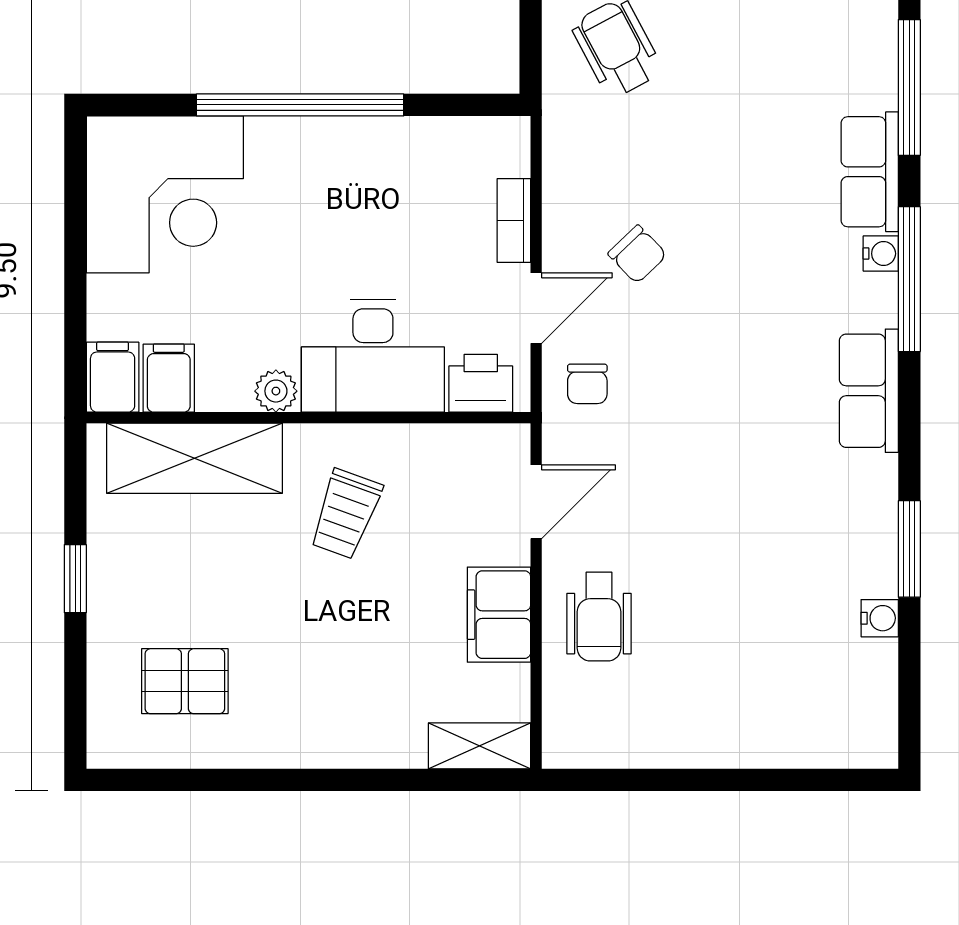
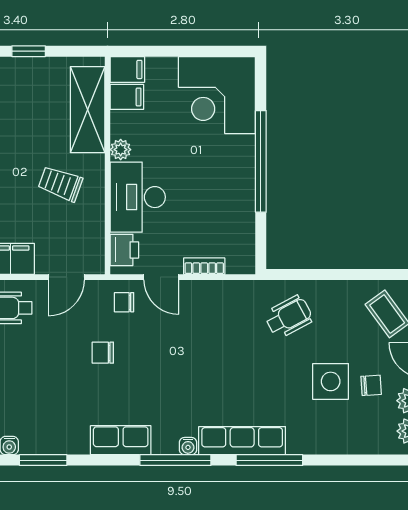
row of seats: (870, 172) -> (242, 441), width x1.48
chair: (637, 254) -> (103, 353), moved, turned 44
door: (536, 502) -> (66, 277), hinge flipped

